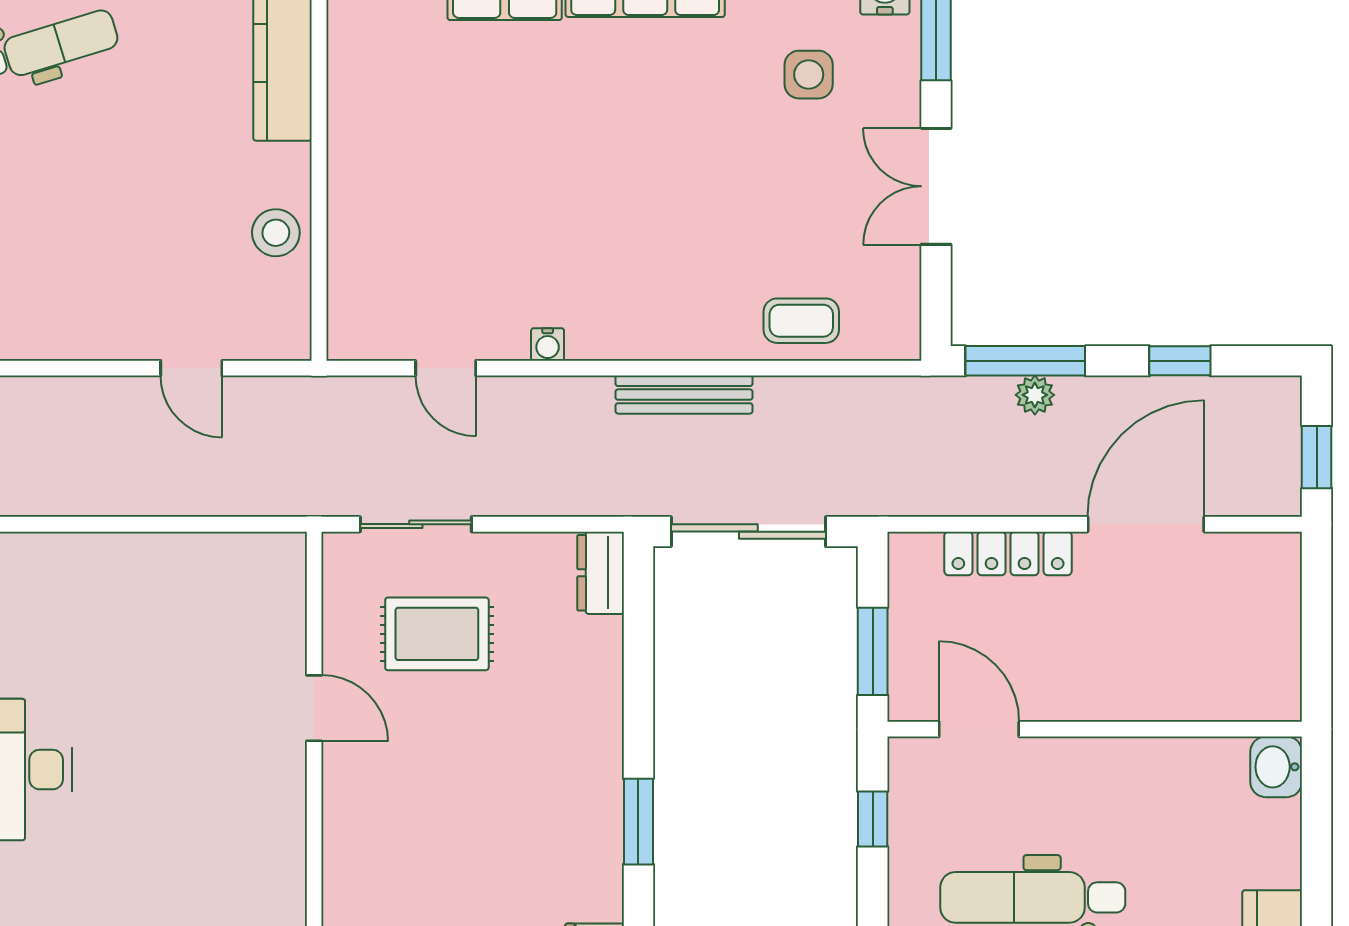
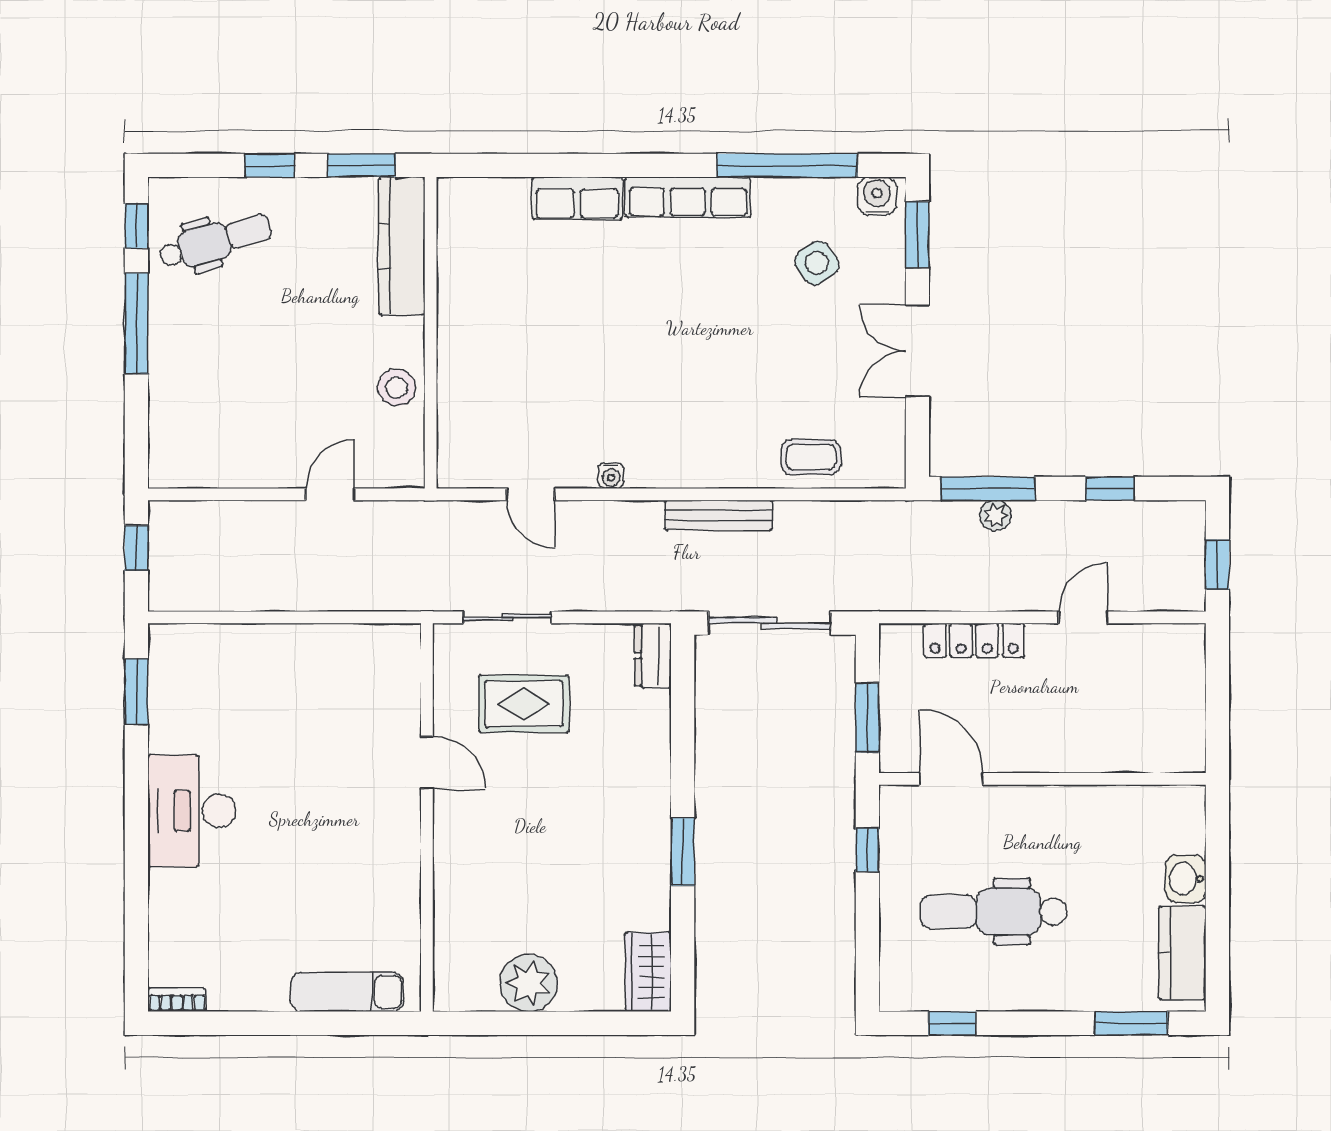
side table: (809, 75) -> (817, 263), turned -36
door: (191, 368) -> (330, 494), swing flipped
door: (1146, 524) -> (1083, 617), width x0.53
washbasin: (1276, 767) -> (1186, 879), moved

